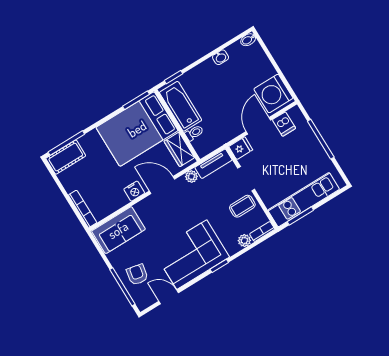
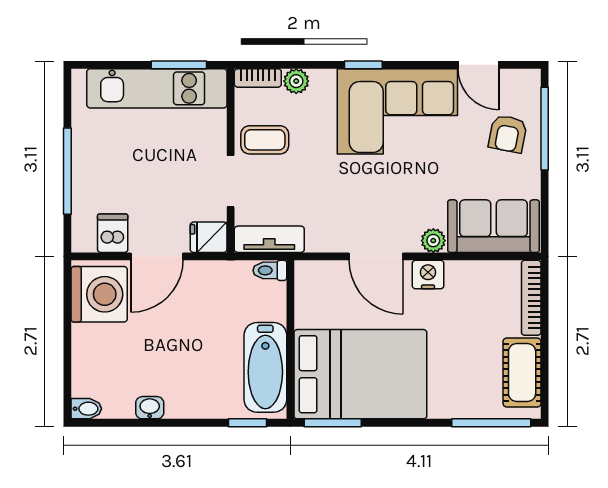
toilet: (194, 133) -> (270, 270), moved
wardrobe: (179, 149) -> (311, 298), removed
cot: (66, 157) -> (522, 373), moved, turned 90
plant: (191, 176) -> (433, 241), moved

